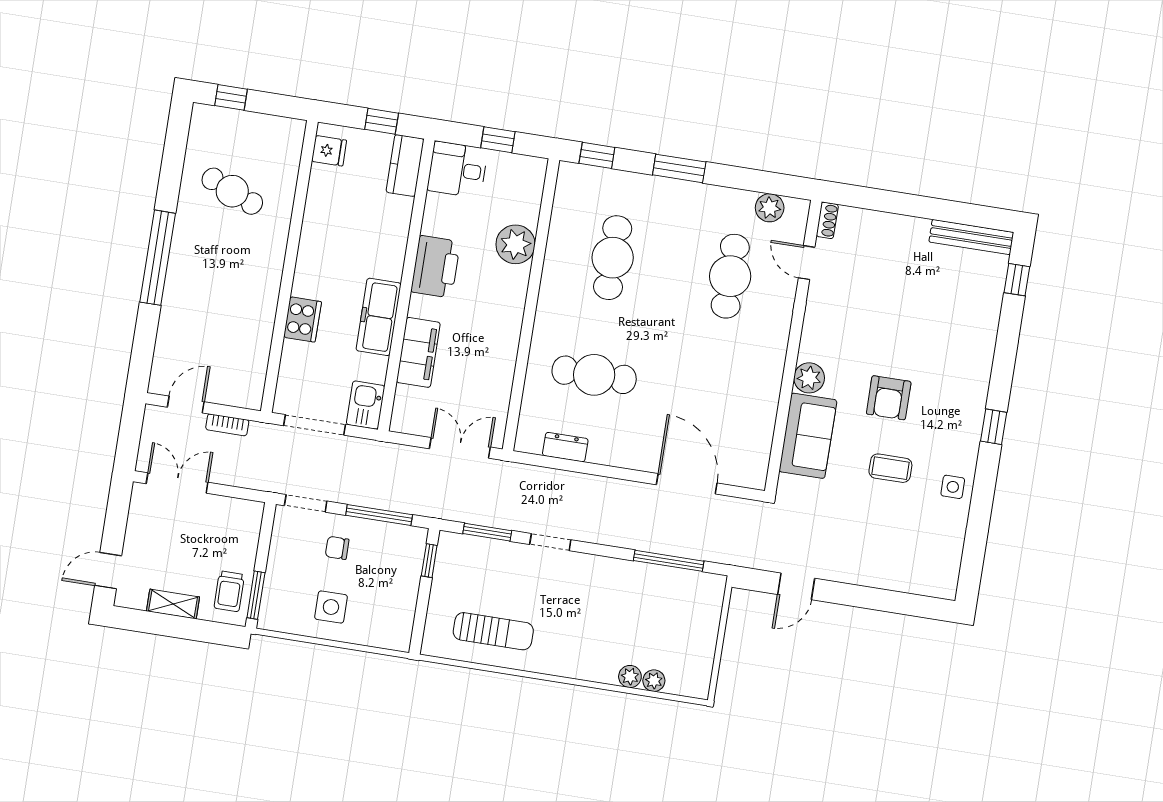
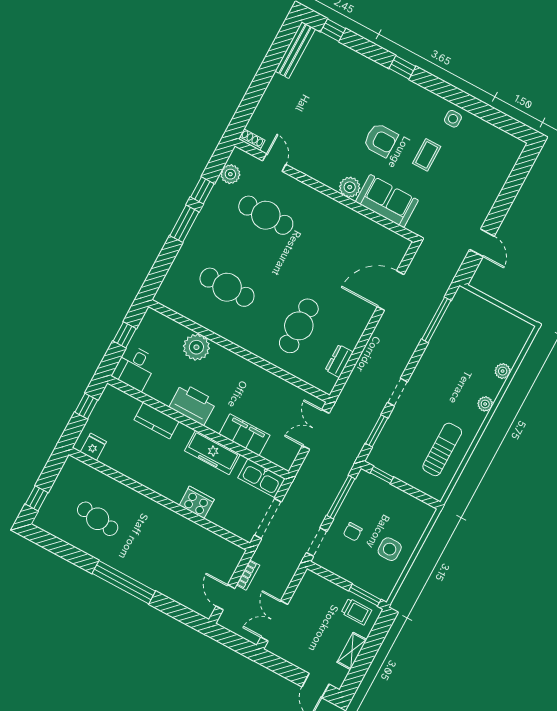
window: (597, 155) -> (202, 190), moved
kitchen counter: (405, 165) -> (157, 421), moved
cafe table: (232, 191) -> (98, 519), turned 75
door: (807, 263) -> (274, 163), swing flipped
kitchen sink: (366, 405) -> (262, 478), width x1.38
window: (994, 427) -> (402, 67), moved
plant: (654, 681) -> (485, 404), moved

